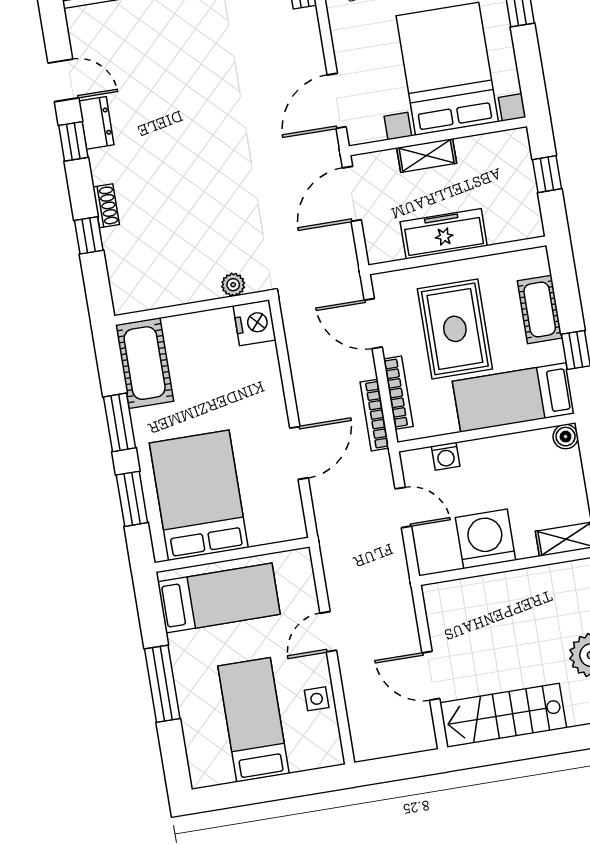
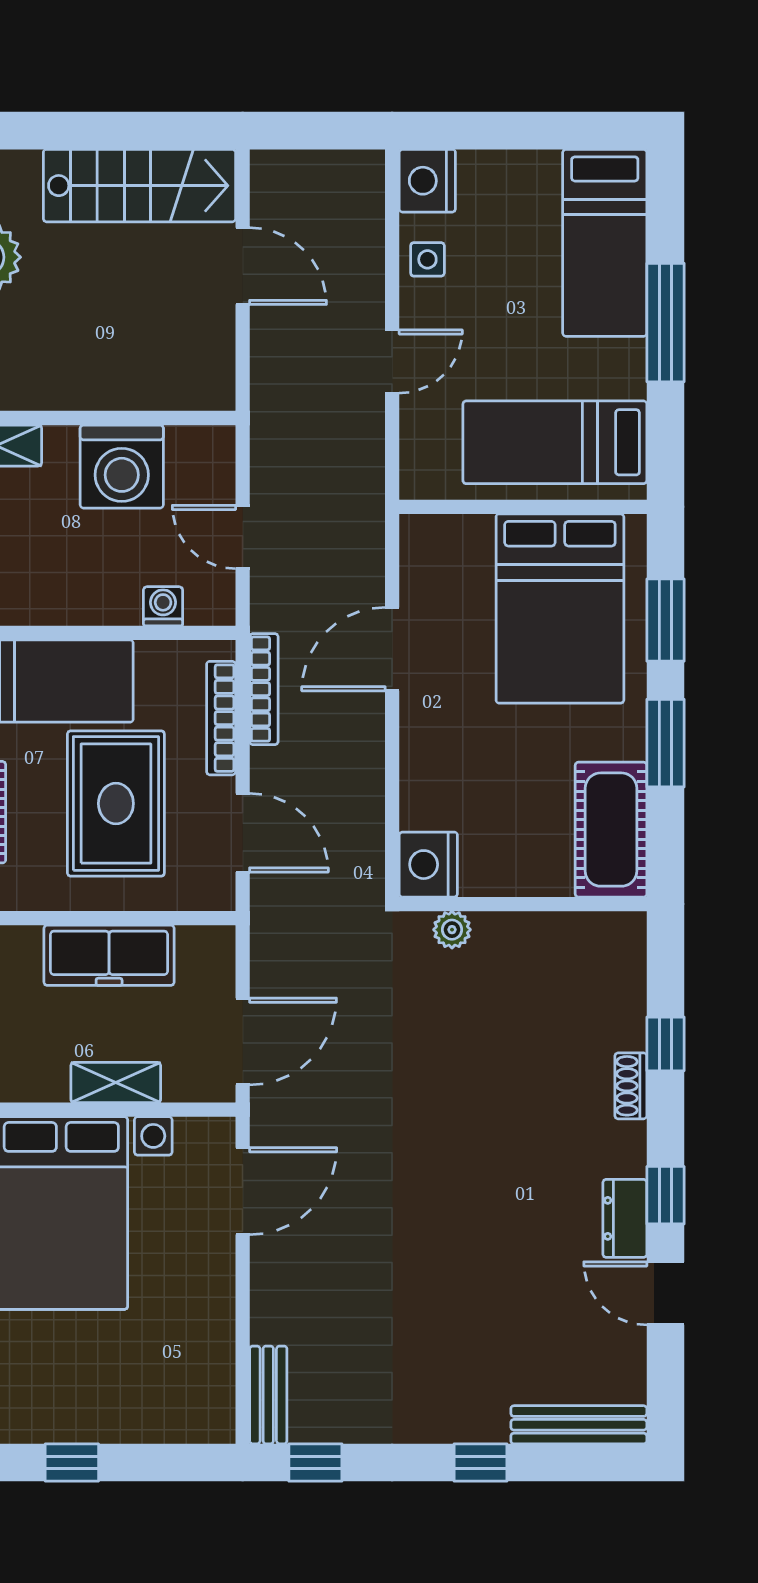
bed: (253, 720) -> (605, 243), moved
nightstand: (325, 748) -> (427, 181), added

